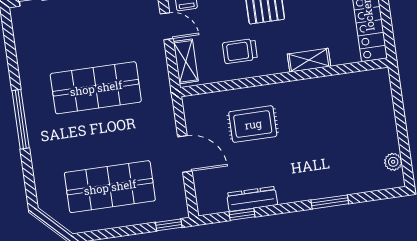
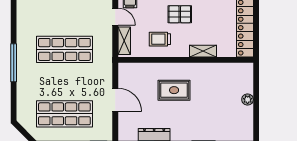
rug: (253, 124) -> (174, 90), moved
plant: (393, 162) -> (248, 100), moved

